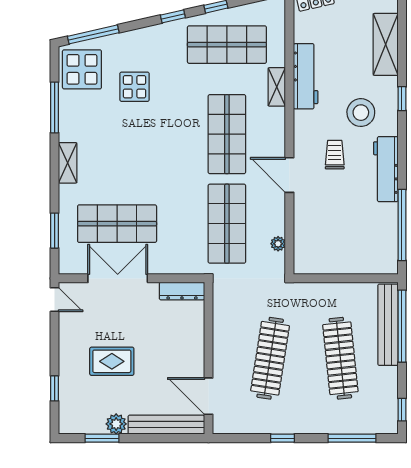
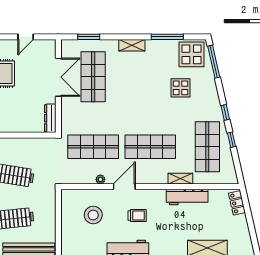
stool: (361, 113) -> (93, 215), moved
plant: (278, 244) -> (100, 179), moved
door: (55, 300) -> (26, 37), moved

